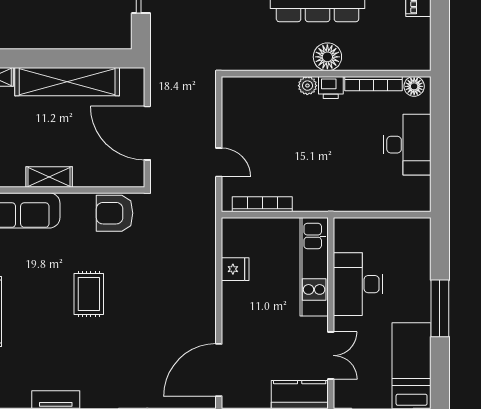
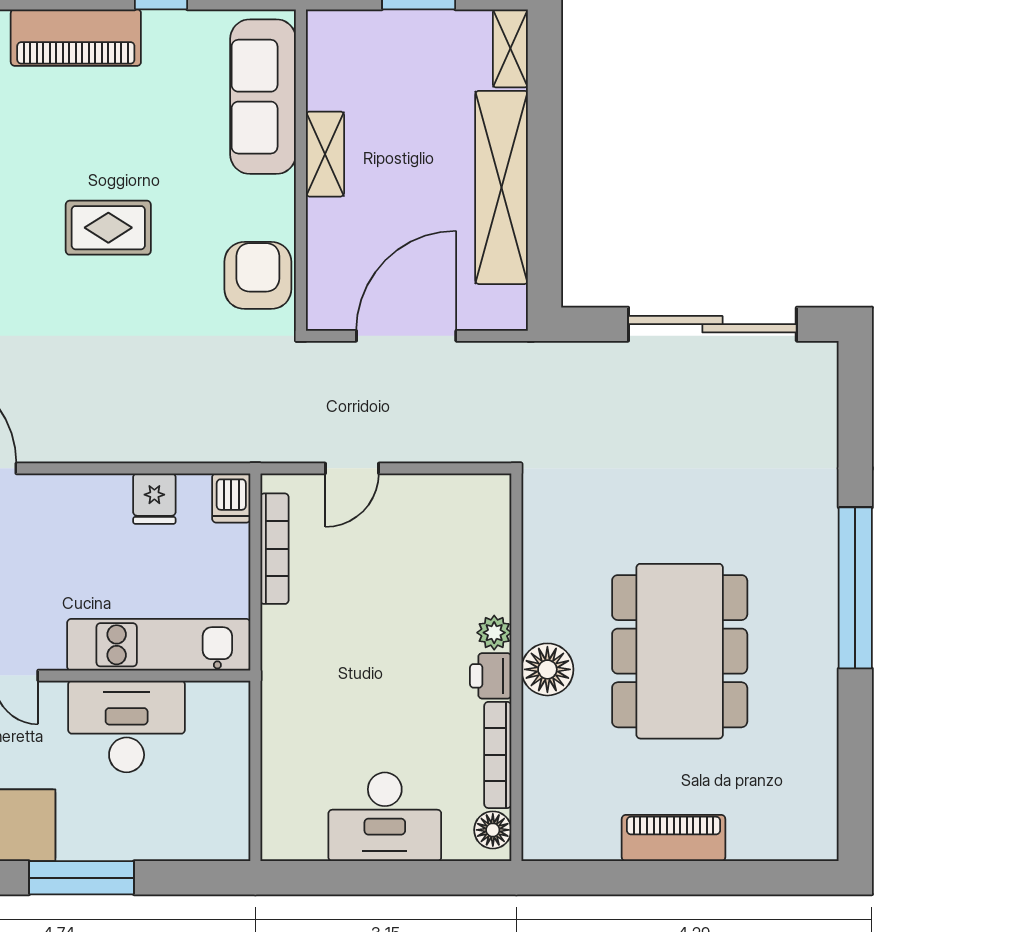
dishwasher: (235, 228) -> (231, 498), added

